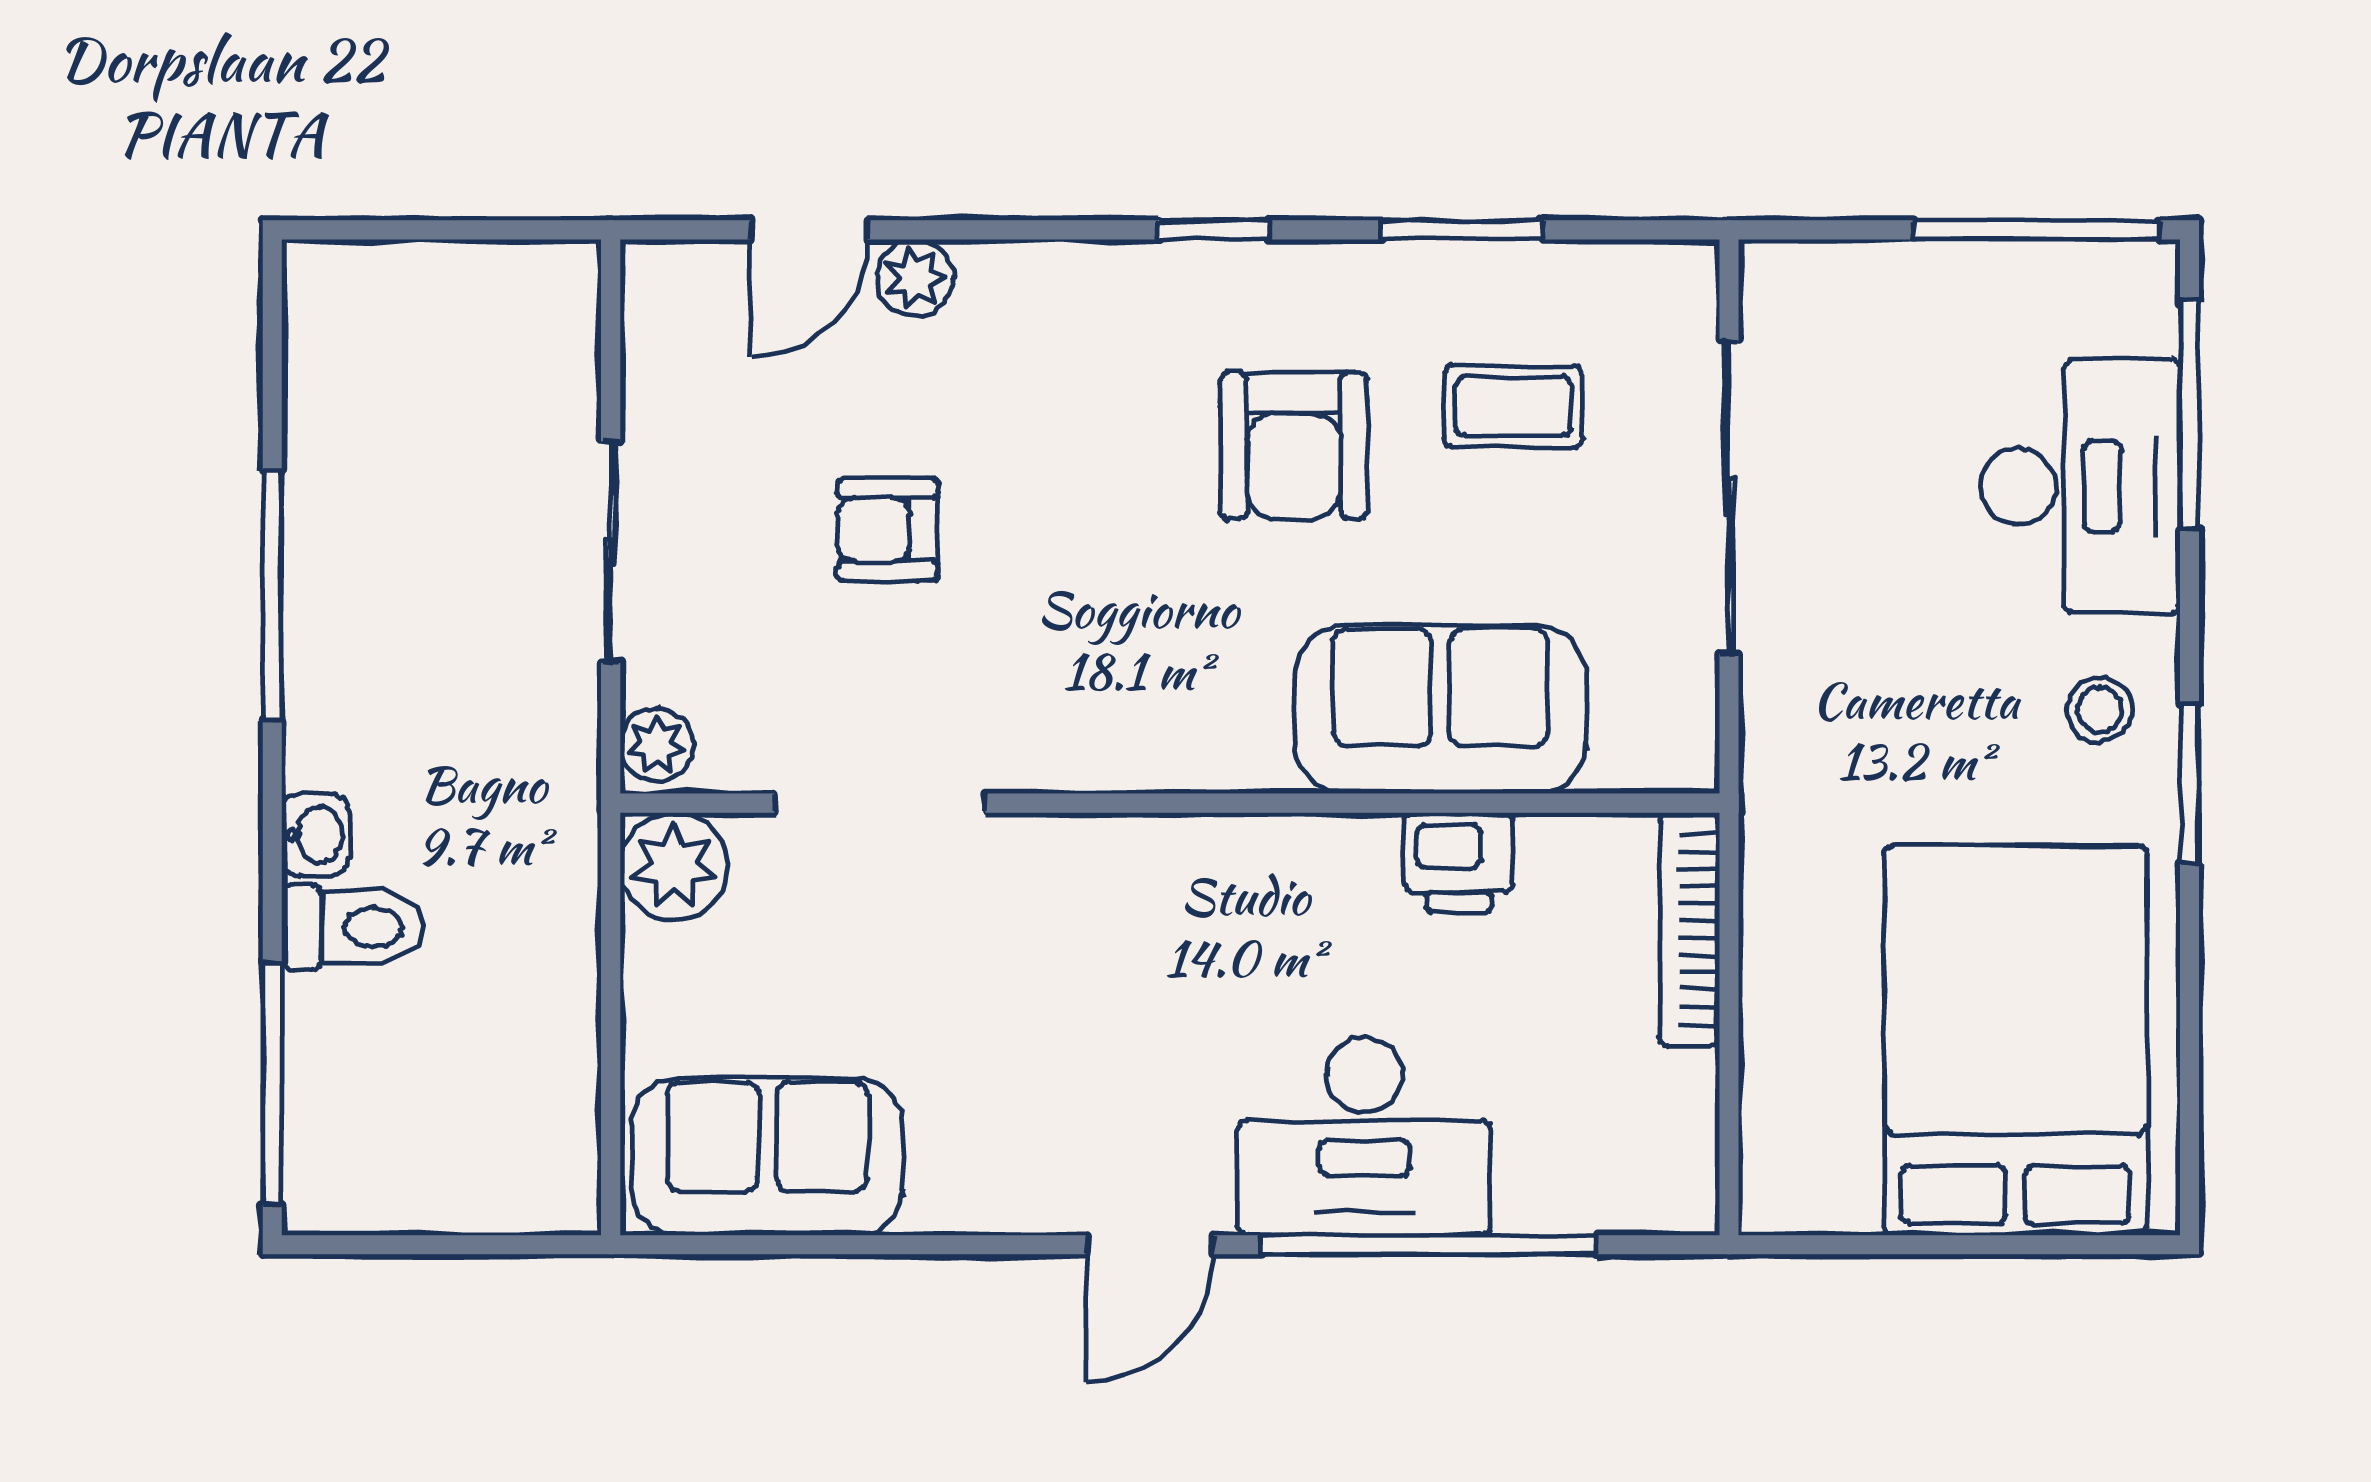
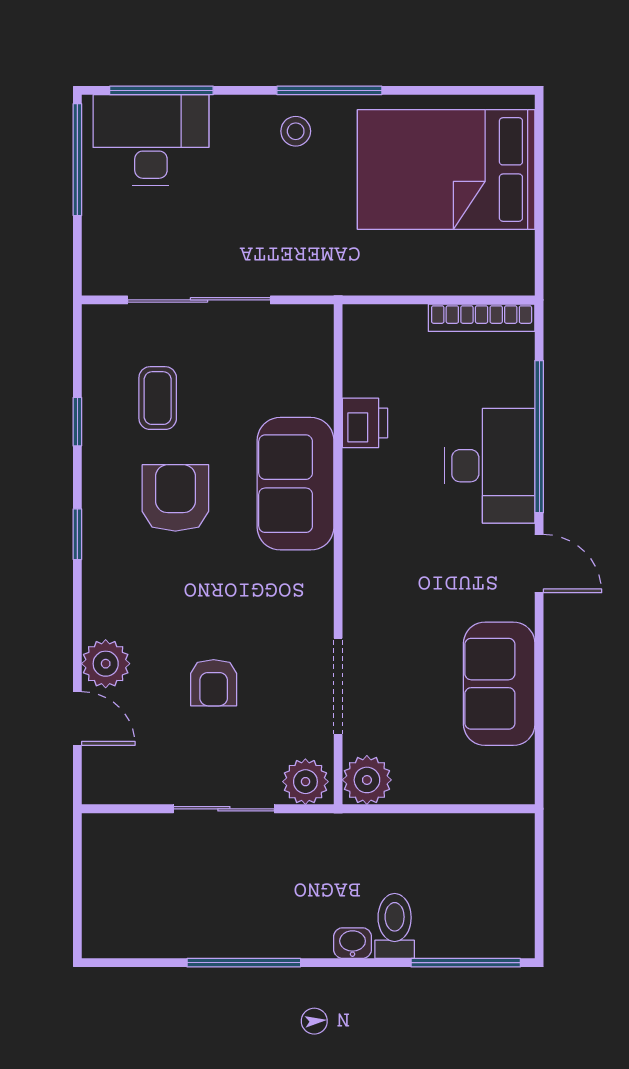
window: (1461, 230) -> (77, 422), width x0.67
plant: (915, 278) -> (106, 664), width x1.38, depth x1.38
armchair: (1294, 446) -> (175, 498), turned -90
desk: (2080, 486) -> (151, 140), moved
sofa: (1440, 709) -> (296, 484), moved
plant: (657, 745) -> (305, 782), width x1.38, depth x1.38
window: (2189, 784) -> (329, 90), width x1.44
bookcase: (1690, 930) -> (482, 318), moved
sofa: (767, 1157) -> (499, 684), moved

